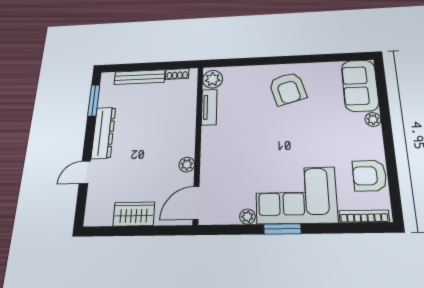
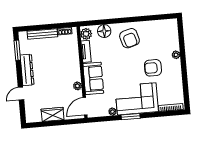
floor lamp: (244, 76) -> (104, 31), added
sofa: (360, 85) -> (93, 78), moved, turned 180
armchair: (370, 176) -> (153, 68), moved

